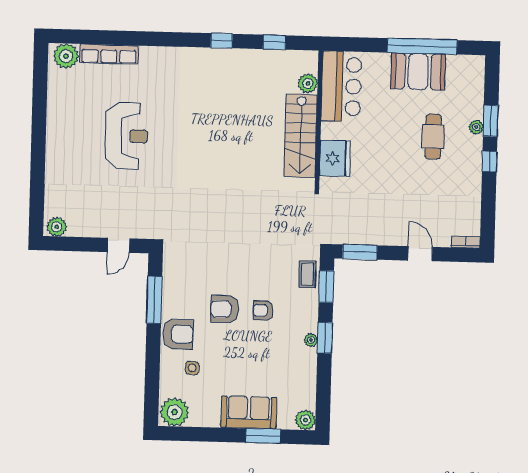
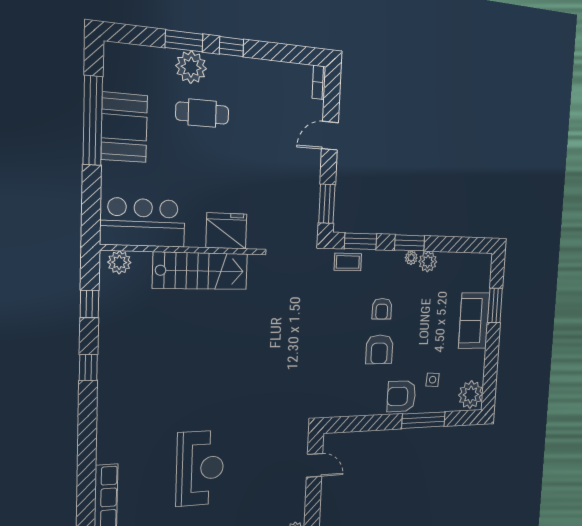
plant: (308, 83) -> (119, 262), moved
plant: (476, 127) -> (191, 67), width x1.88, depth x1.88
reception desk: (127, 136) -> (200, 468), turned 90
window: (154, 300) -> (423, 420), moved
armchair: (178, 334) -> (401, 396), turned -90
plant: (305, 420) -> (428, 262), moved

